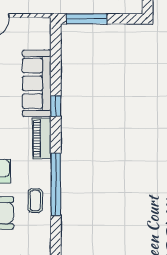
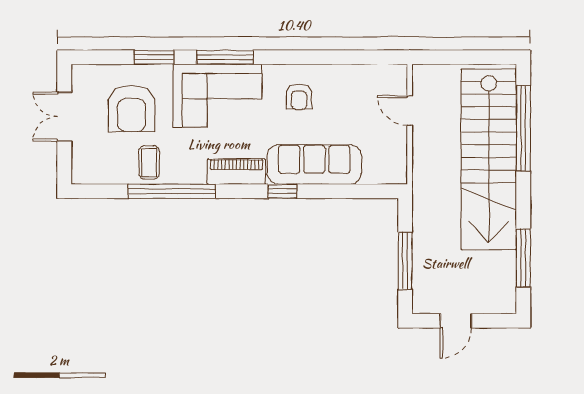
window: (87, 19) -> (405, 261), moved
coffee table: (35, 201) -> (149, 162), turned 90

